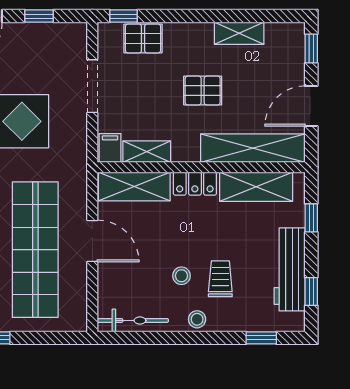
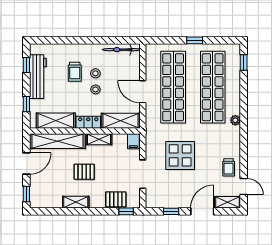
shelving: (239, 33) -> (76, 202), moved
shelving: (147, 152) -> (99, 139), moved
stool: (197, 319) -> (95, 89), moved
window: (261, 338) -> (53, 40), removed

